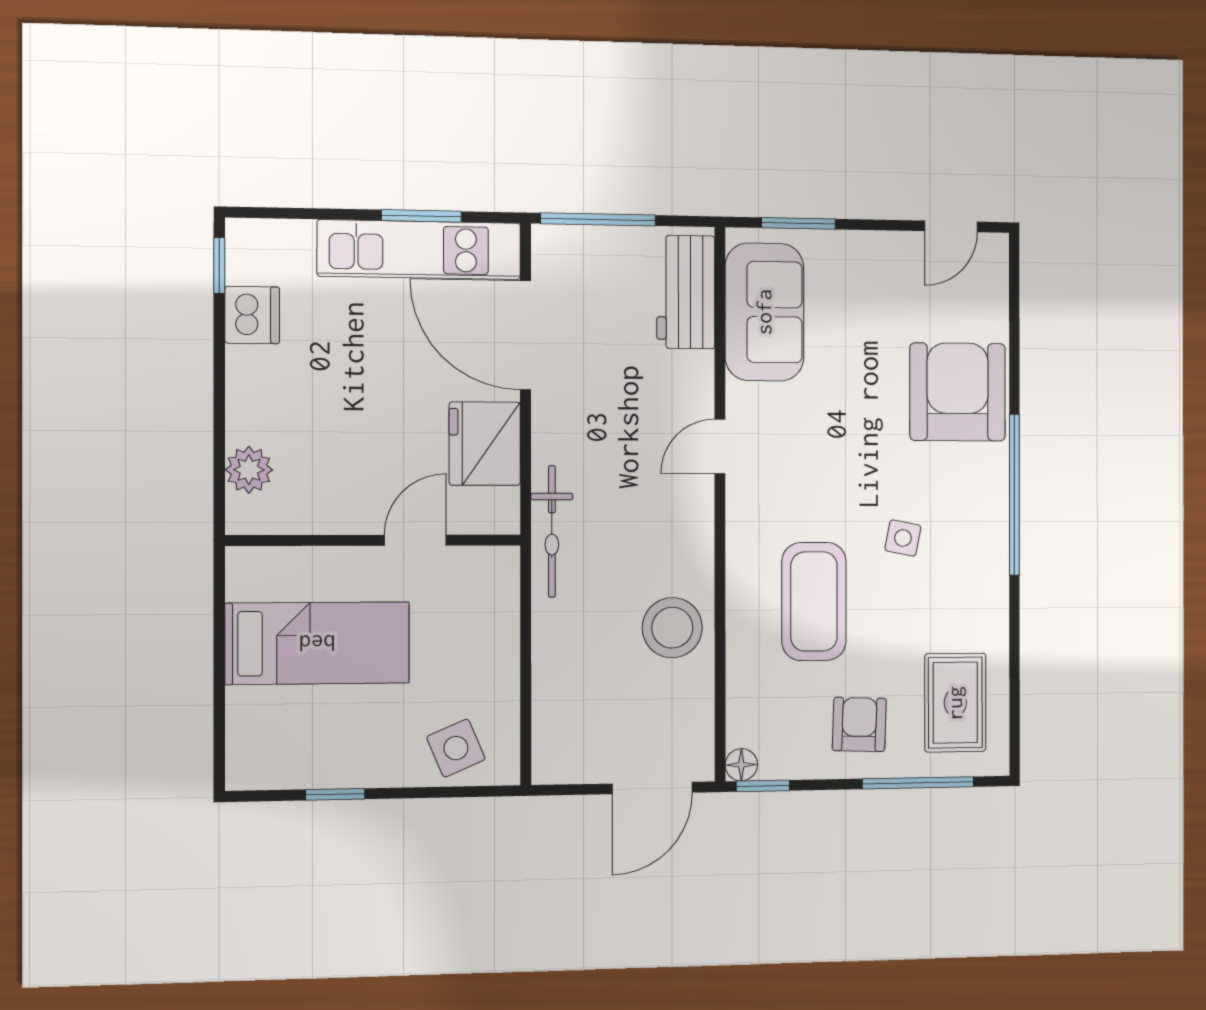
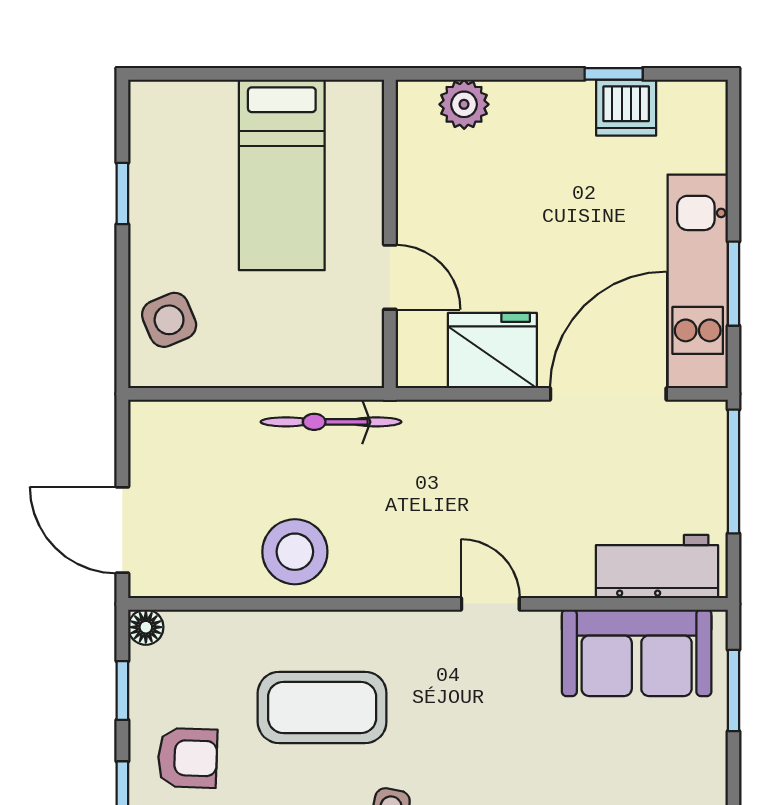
window: (219, 266) -> (614, 74), moved
bicycle: (552, 531) -> (331, 422), moved
window: (763, 786) -> (122, 690), moved

